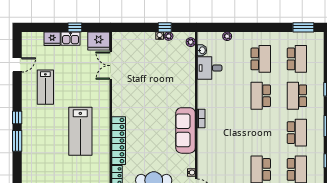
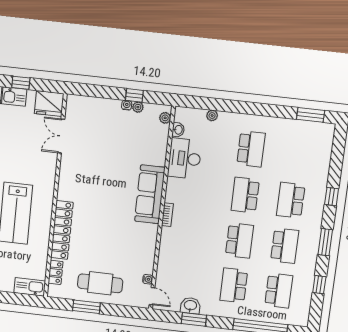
school desk: (297, 59) -> (239, 241), moved
desk: (210, 68) -> (185, 158), width x1.37
sofa: (186, 130) -> (150, 194), moved

